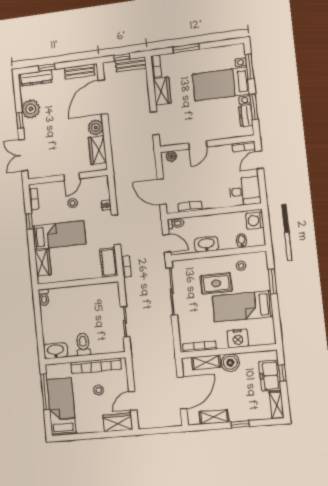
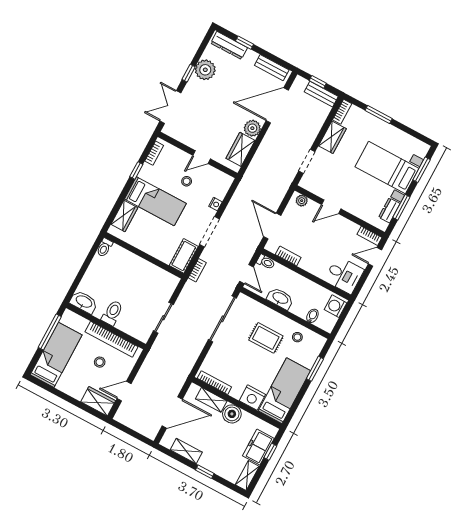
bed: (243, 306) -> (284, 391), moved, turned 90

